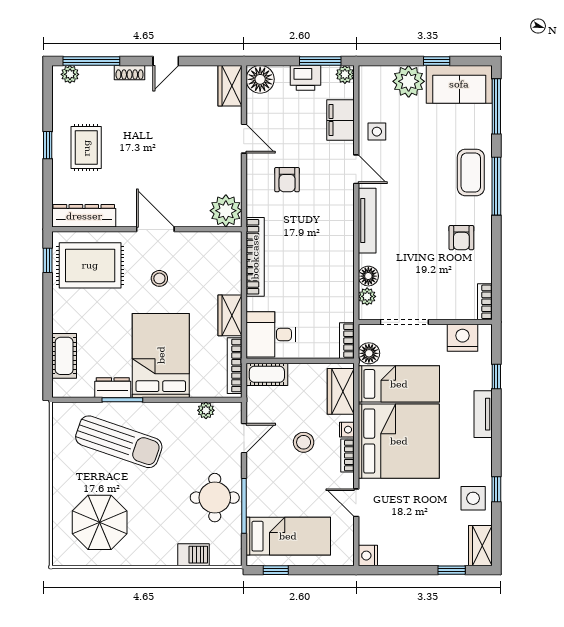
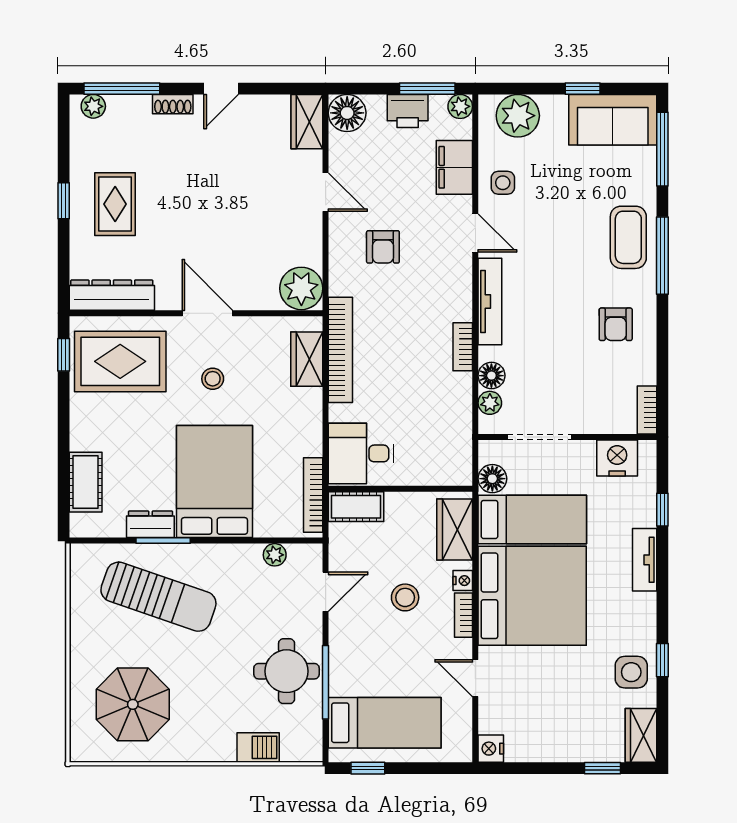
plant: (409, 81) -> (518, 116), moved
wardrobe: (230, 315) -> (307, 359), moved
bookcase: (347, 341) -> (463, 347), moved

